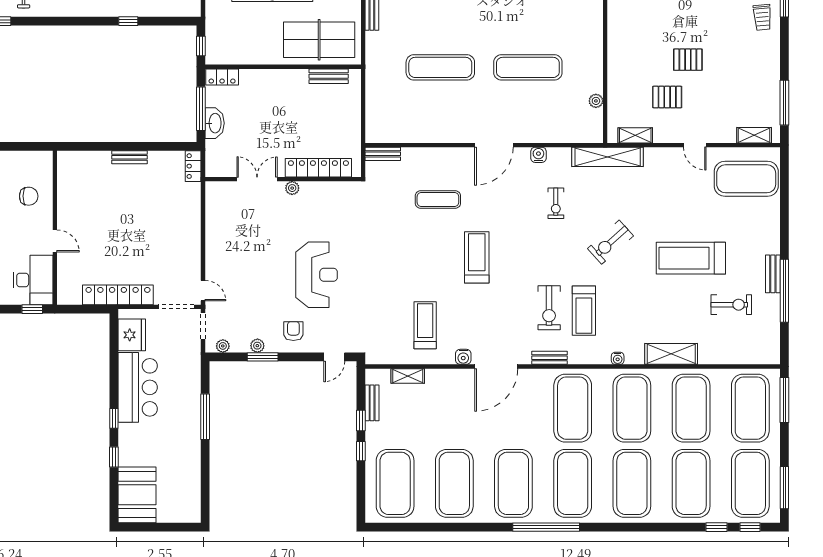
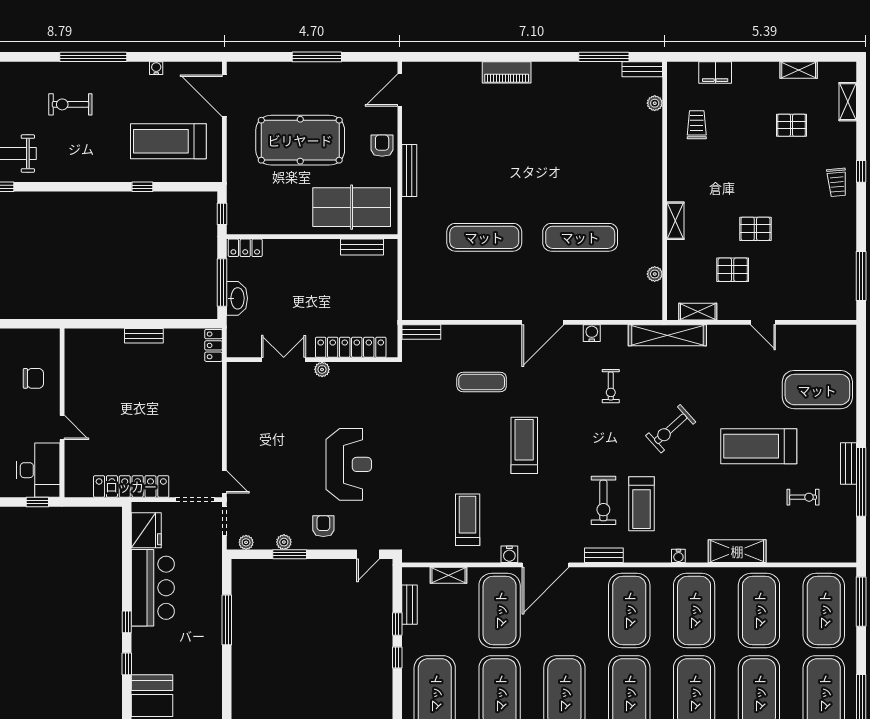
shelving: (754, 135) -> (675, 221), moved, turned 90
exercise mat: (746, 179) -> (817, 390), moved
exercise bike: (731, 305) -> (803, 497), width x0.73, depth x0.72
exercise mat: (454, 408) -> (500, 610), added

